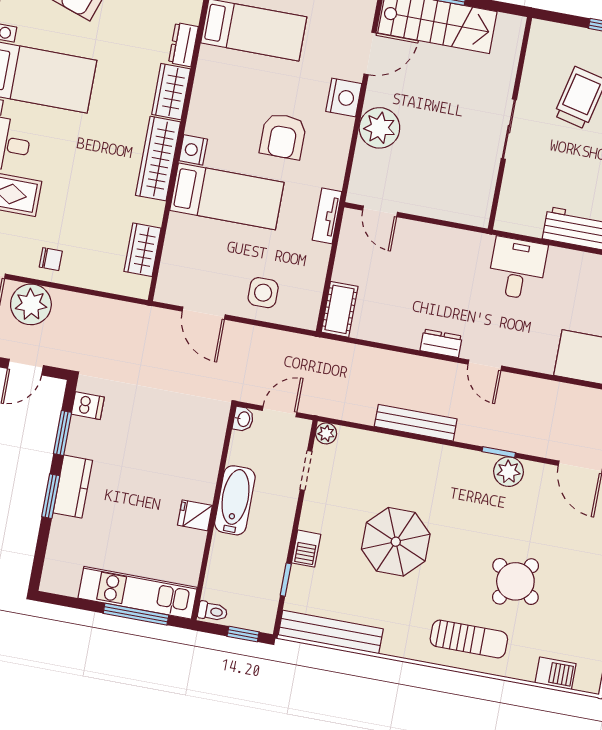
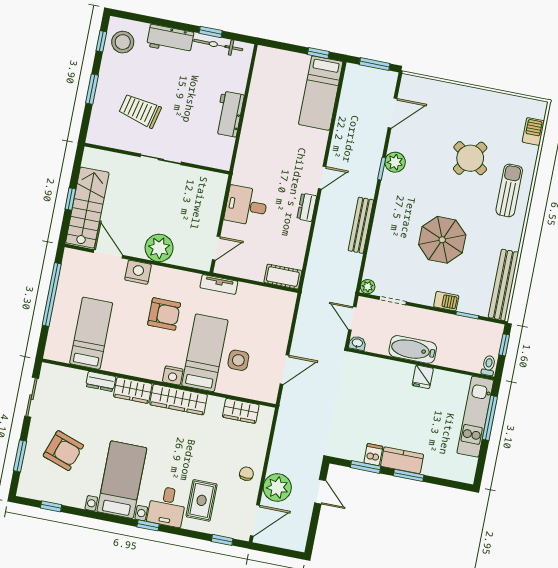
desk: (517, 269) -> (246, 206), moved
side table: (263, 293) -> (238, 360), moved
dishwasher: (88, 406) -> (373, 455), moved

